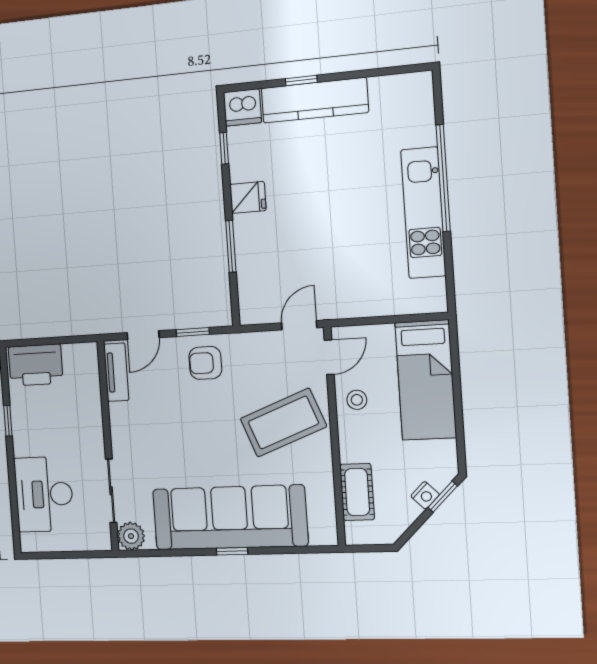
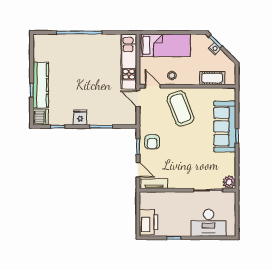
kitchen unit: (423, 213) -> (129, 62), moved, turned 90
sofa: (230, 517) -> (225, 126), width x0.74, depth x0.79

